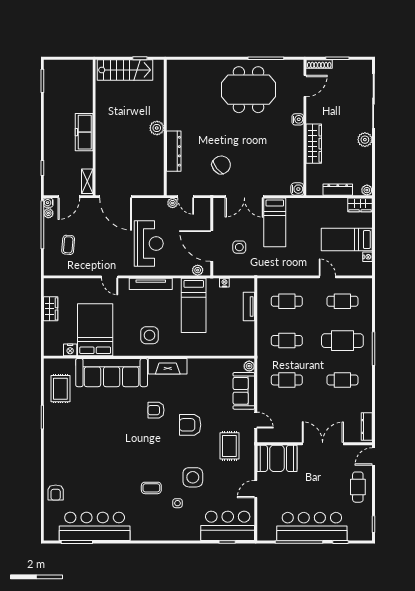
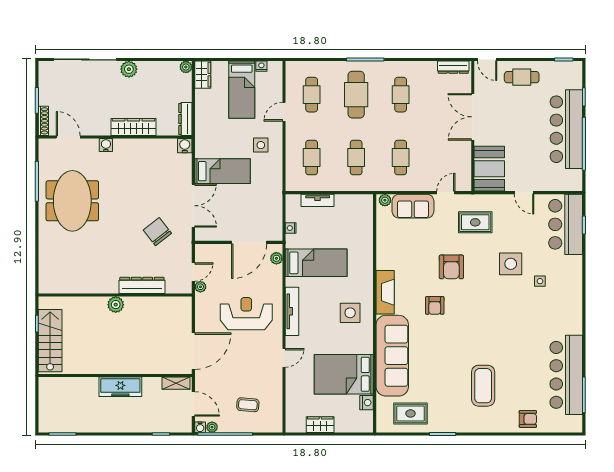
dresser: (338, 190) -> (185, 119), moved
side table: (239, 247) -> (261, 145), moved
coffee table: (151, 488) -> (483, 386), moved, width x1.86, depth x1.72

